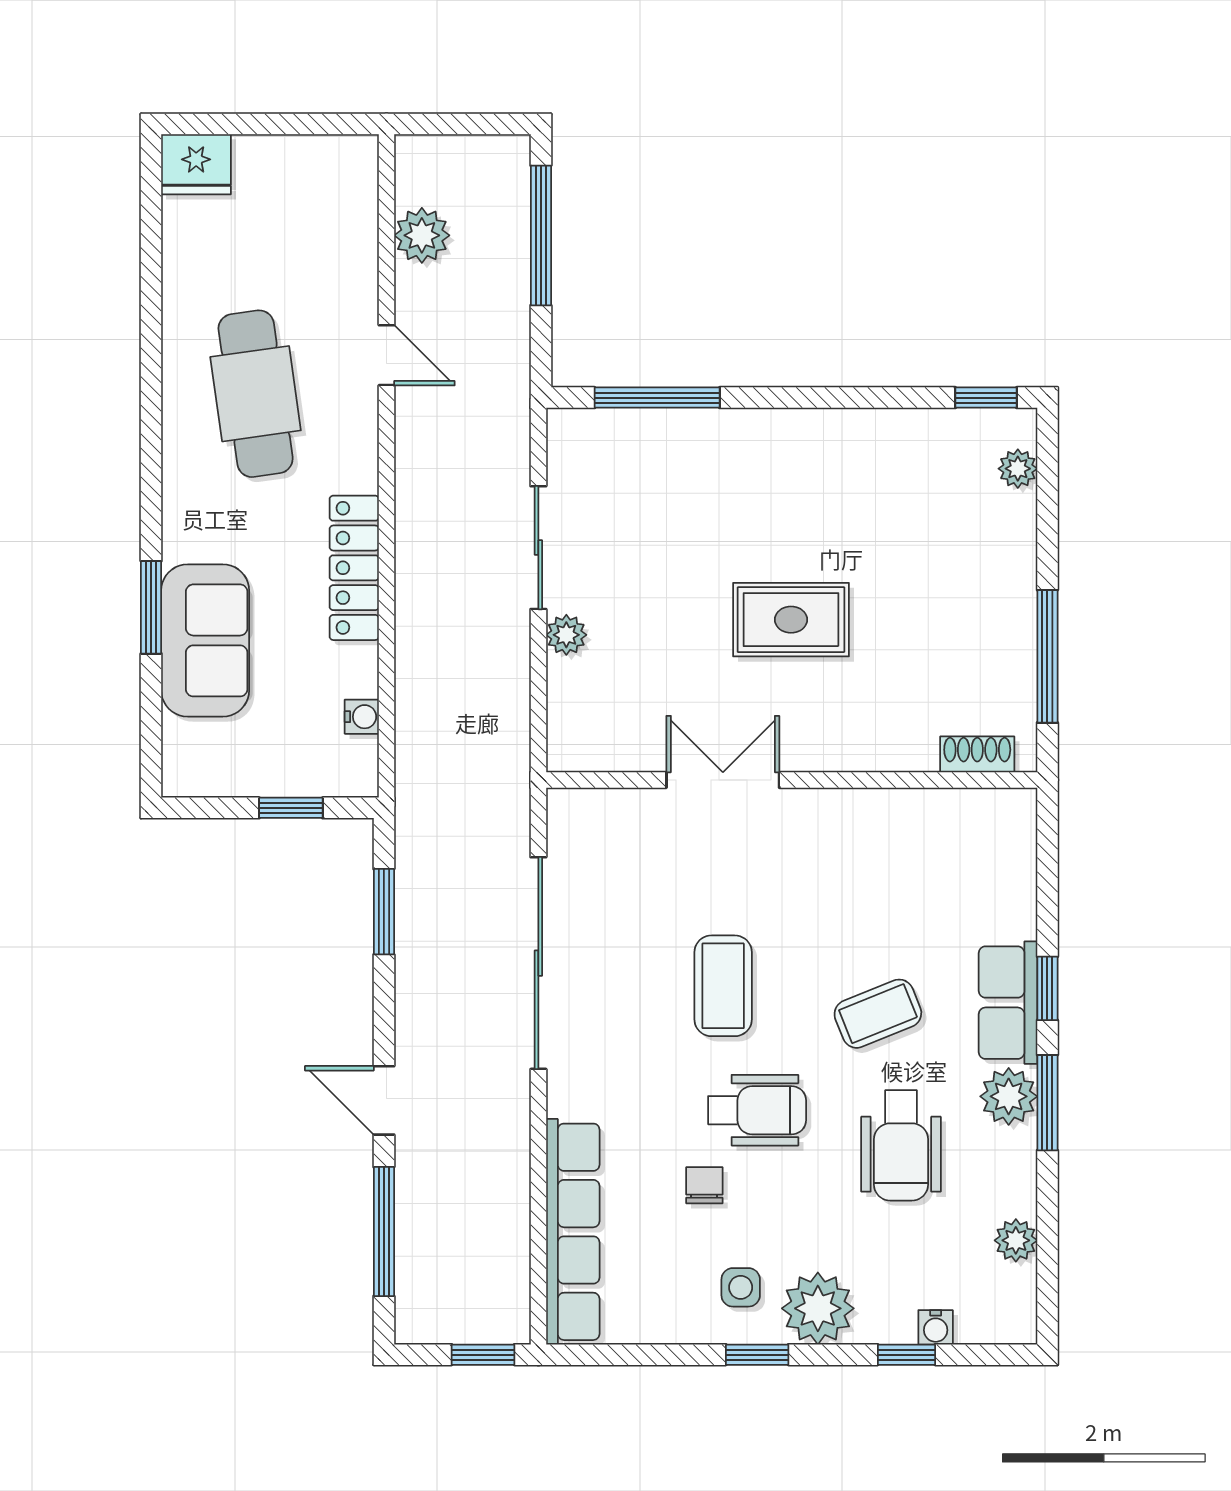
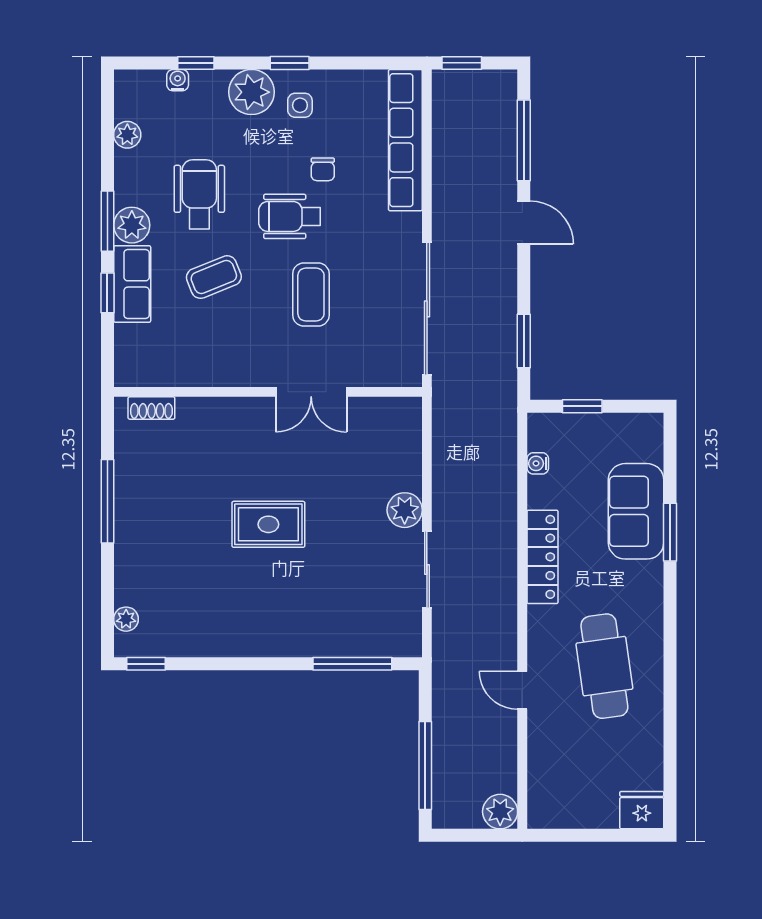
plant: (422, 235) -> (500, 812), moved
plant: (566, 635) -> (405, 510), width x1.38, depth x1.38
shoe rack: (977, 754) -> (151, 408), moved
double door: (723, 780) -> (311, 392), moved
wall: (792, 780) -> (268, 392), moved

